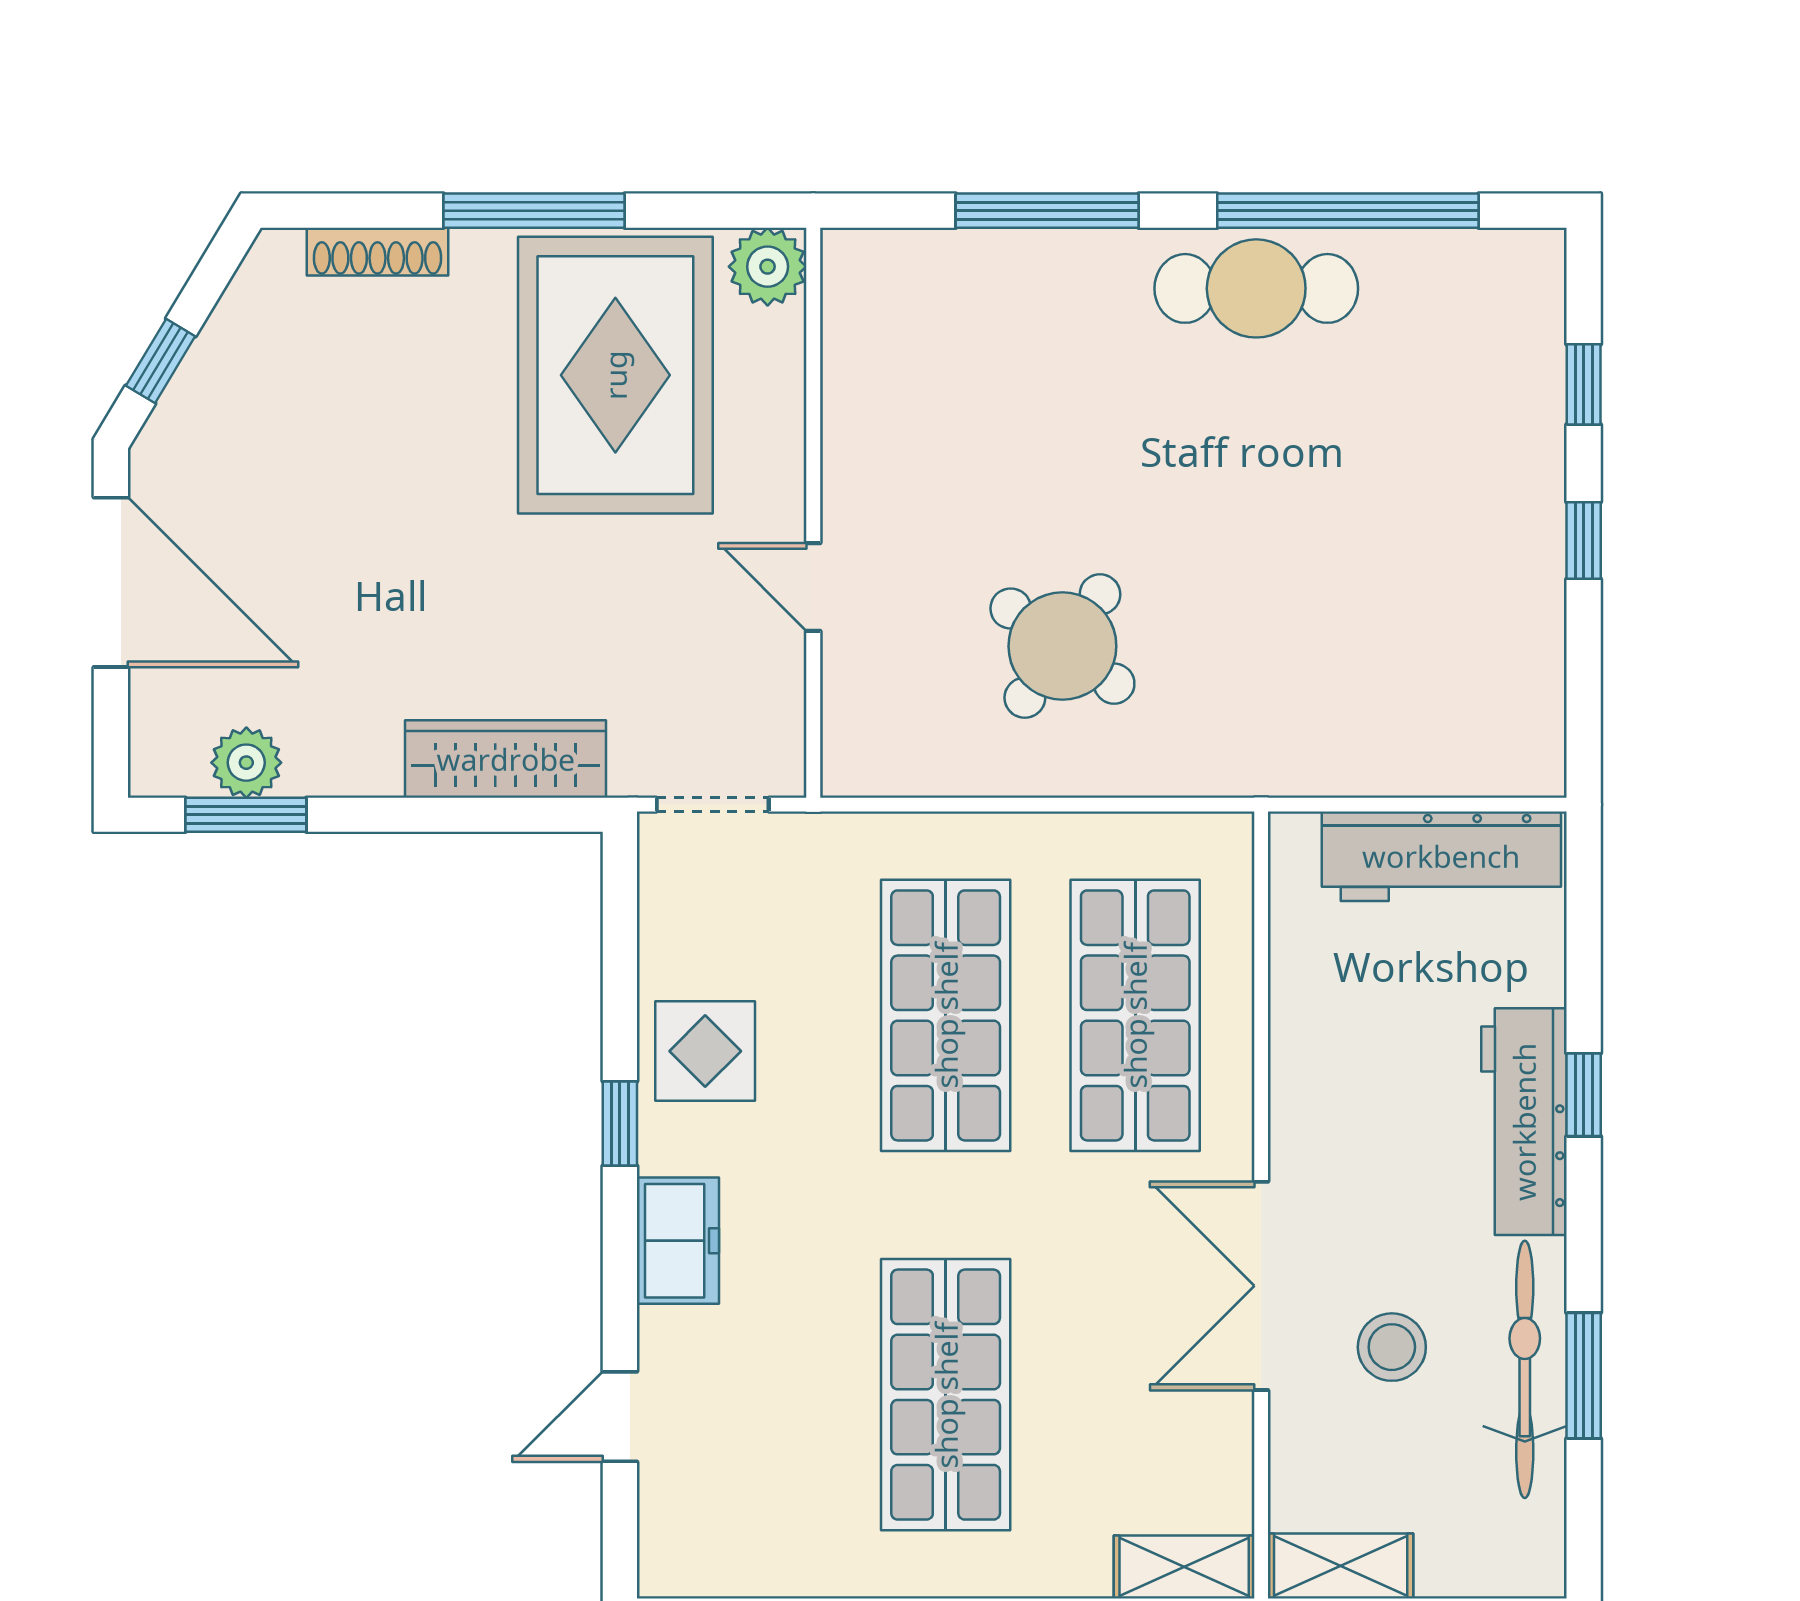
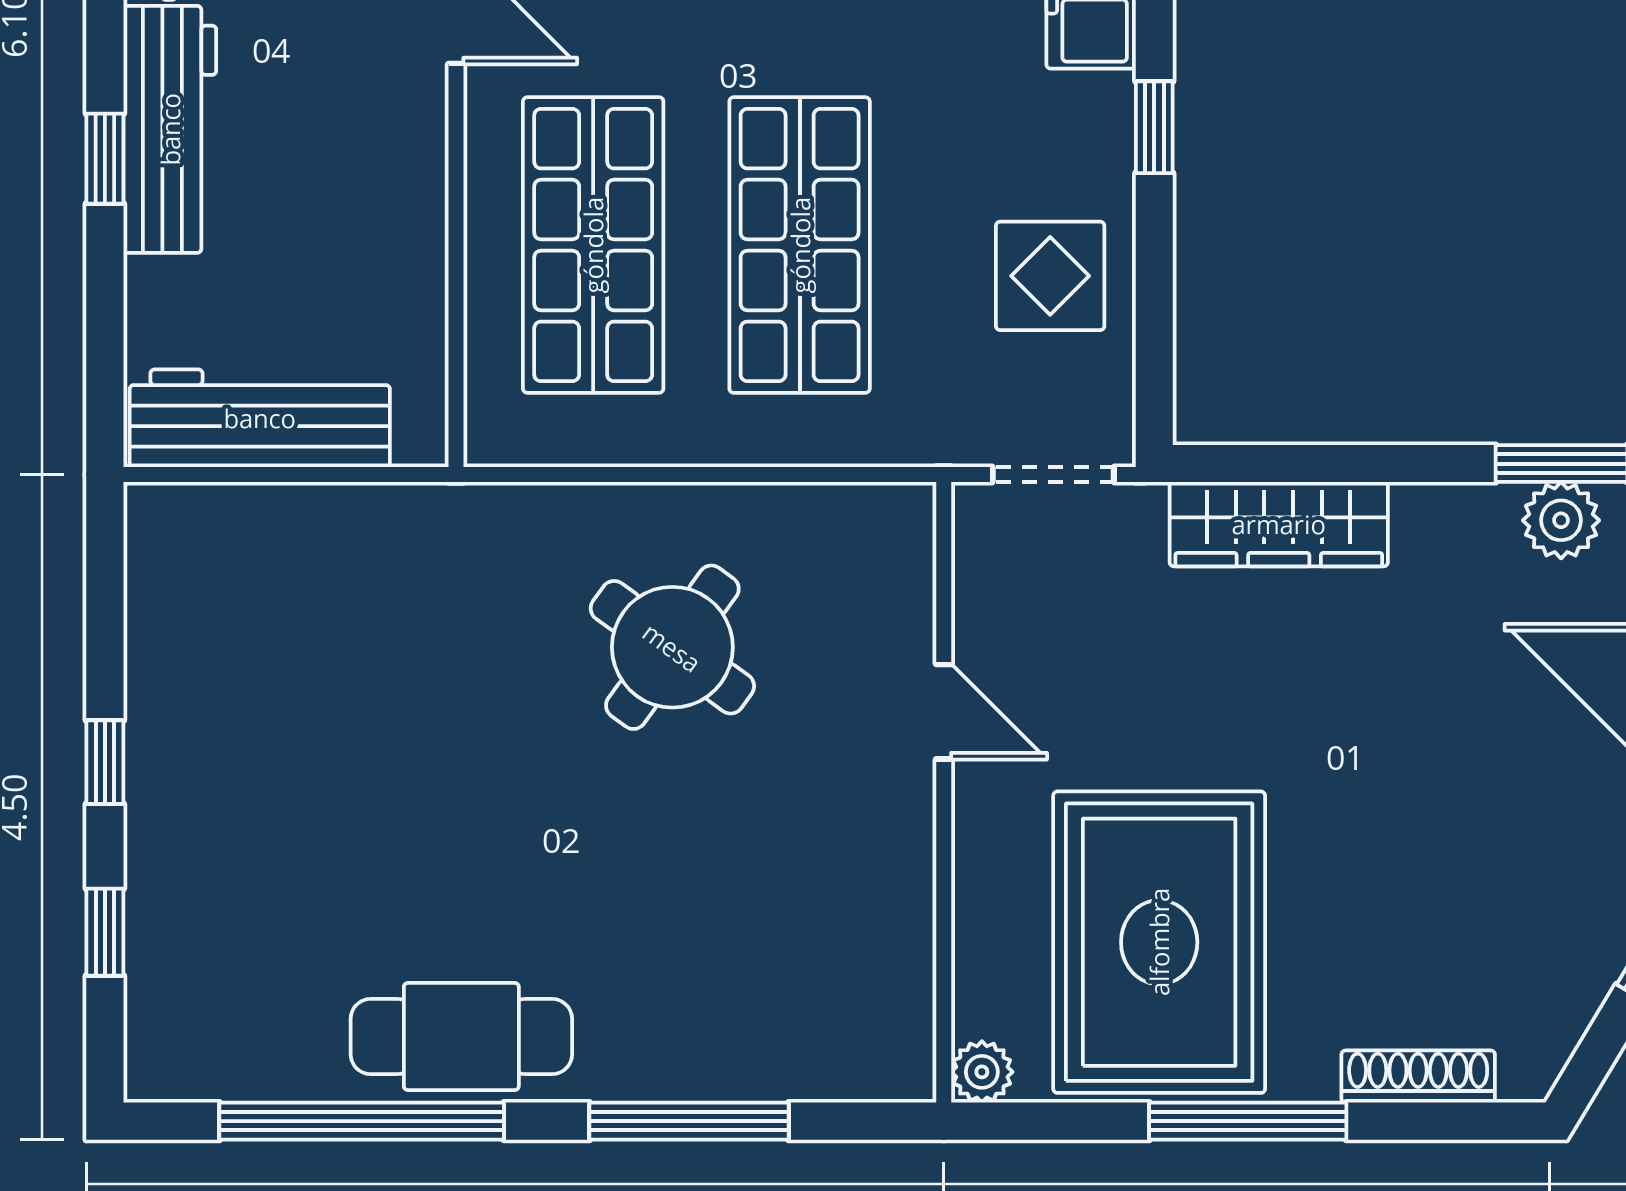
plant: (768, 267) -> (982, 1072), width x0.73, depth x0.73
display table: (705, 1051) -> (1050, 276), moved

